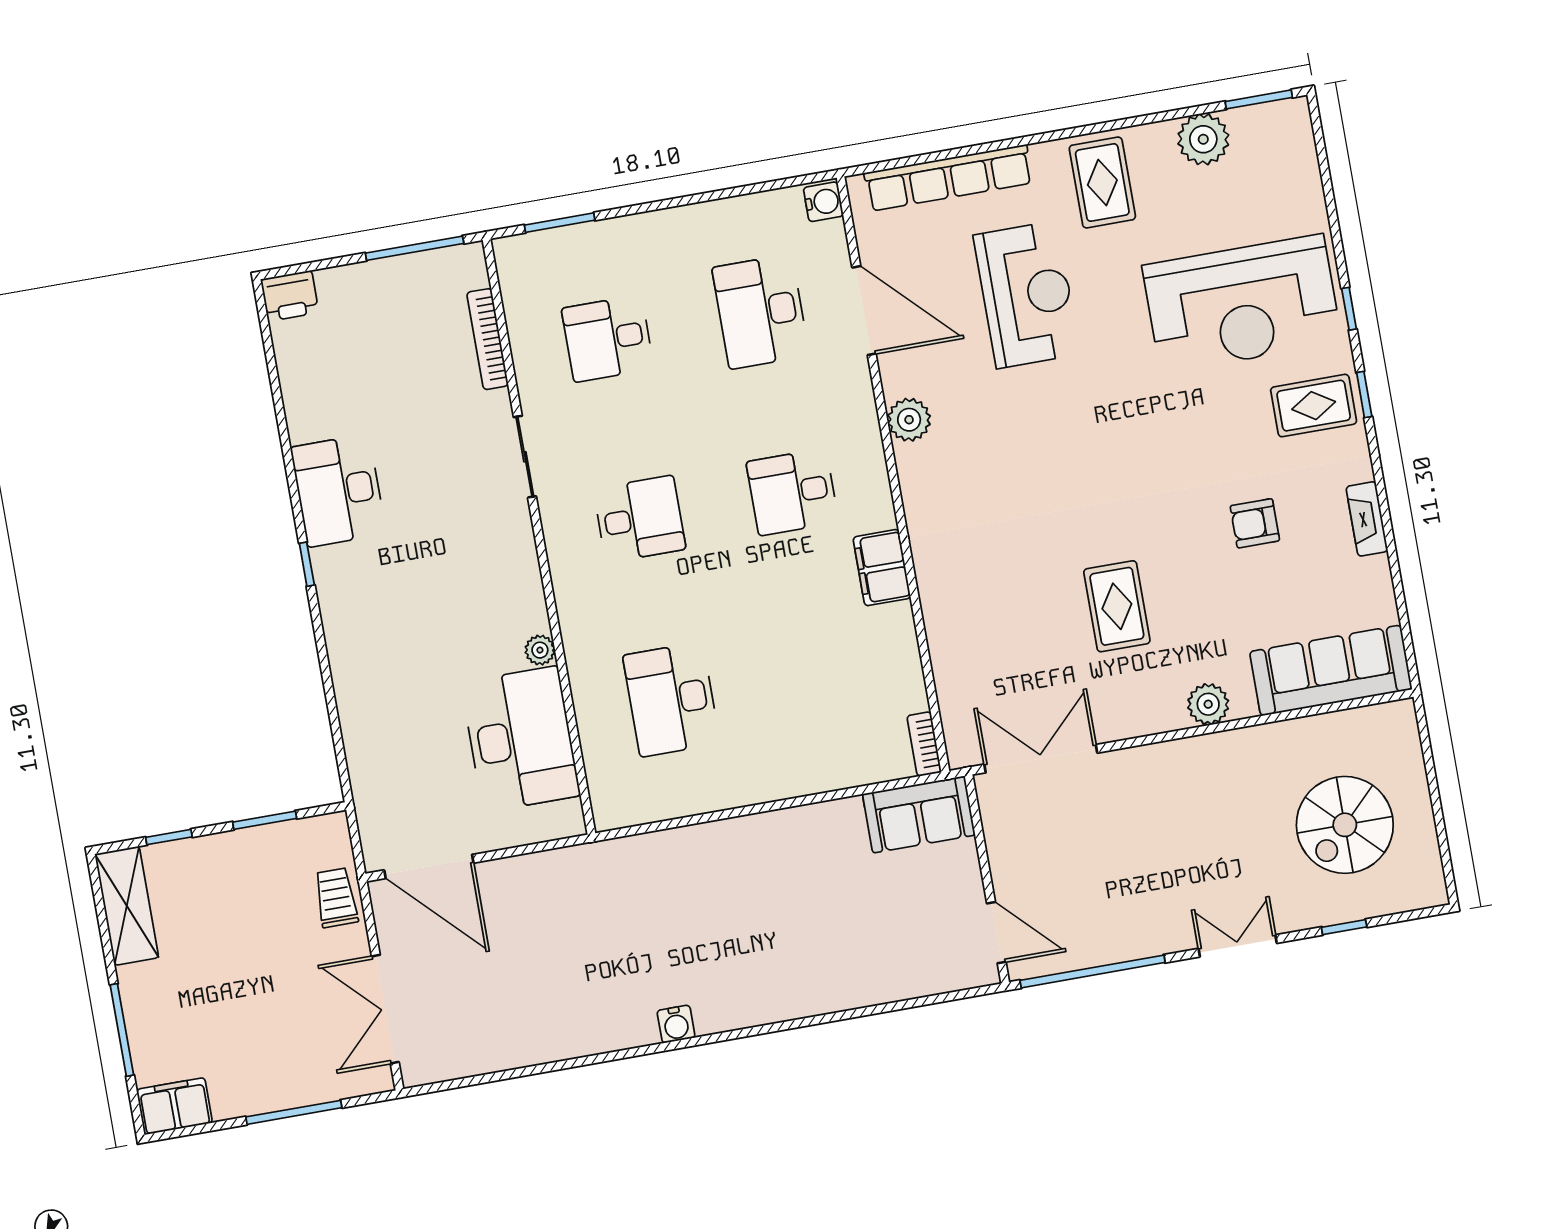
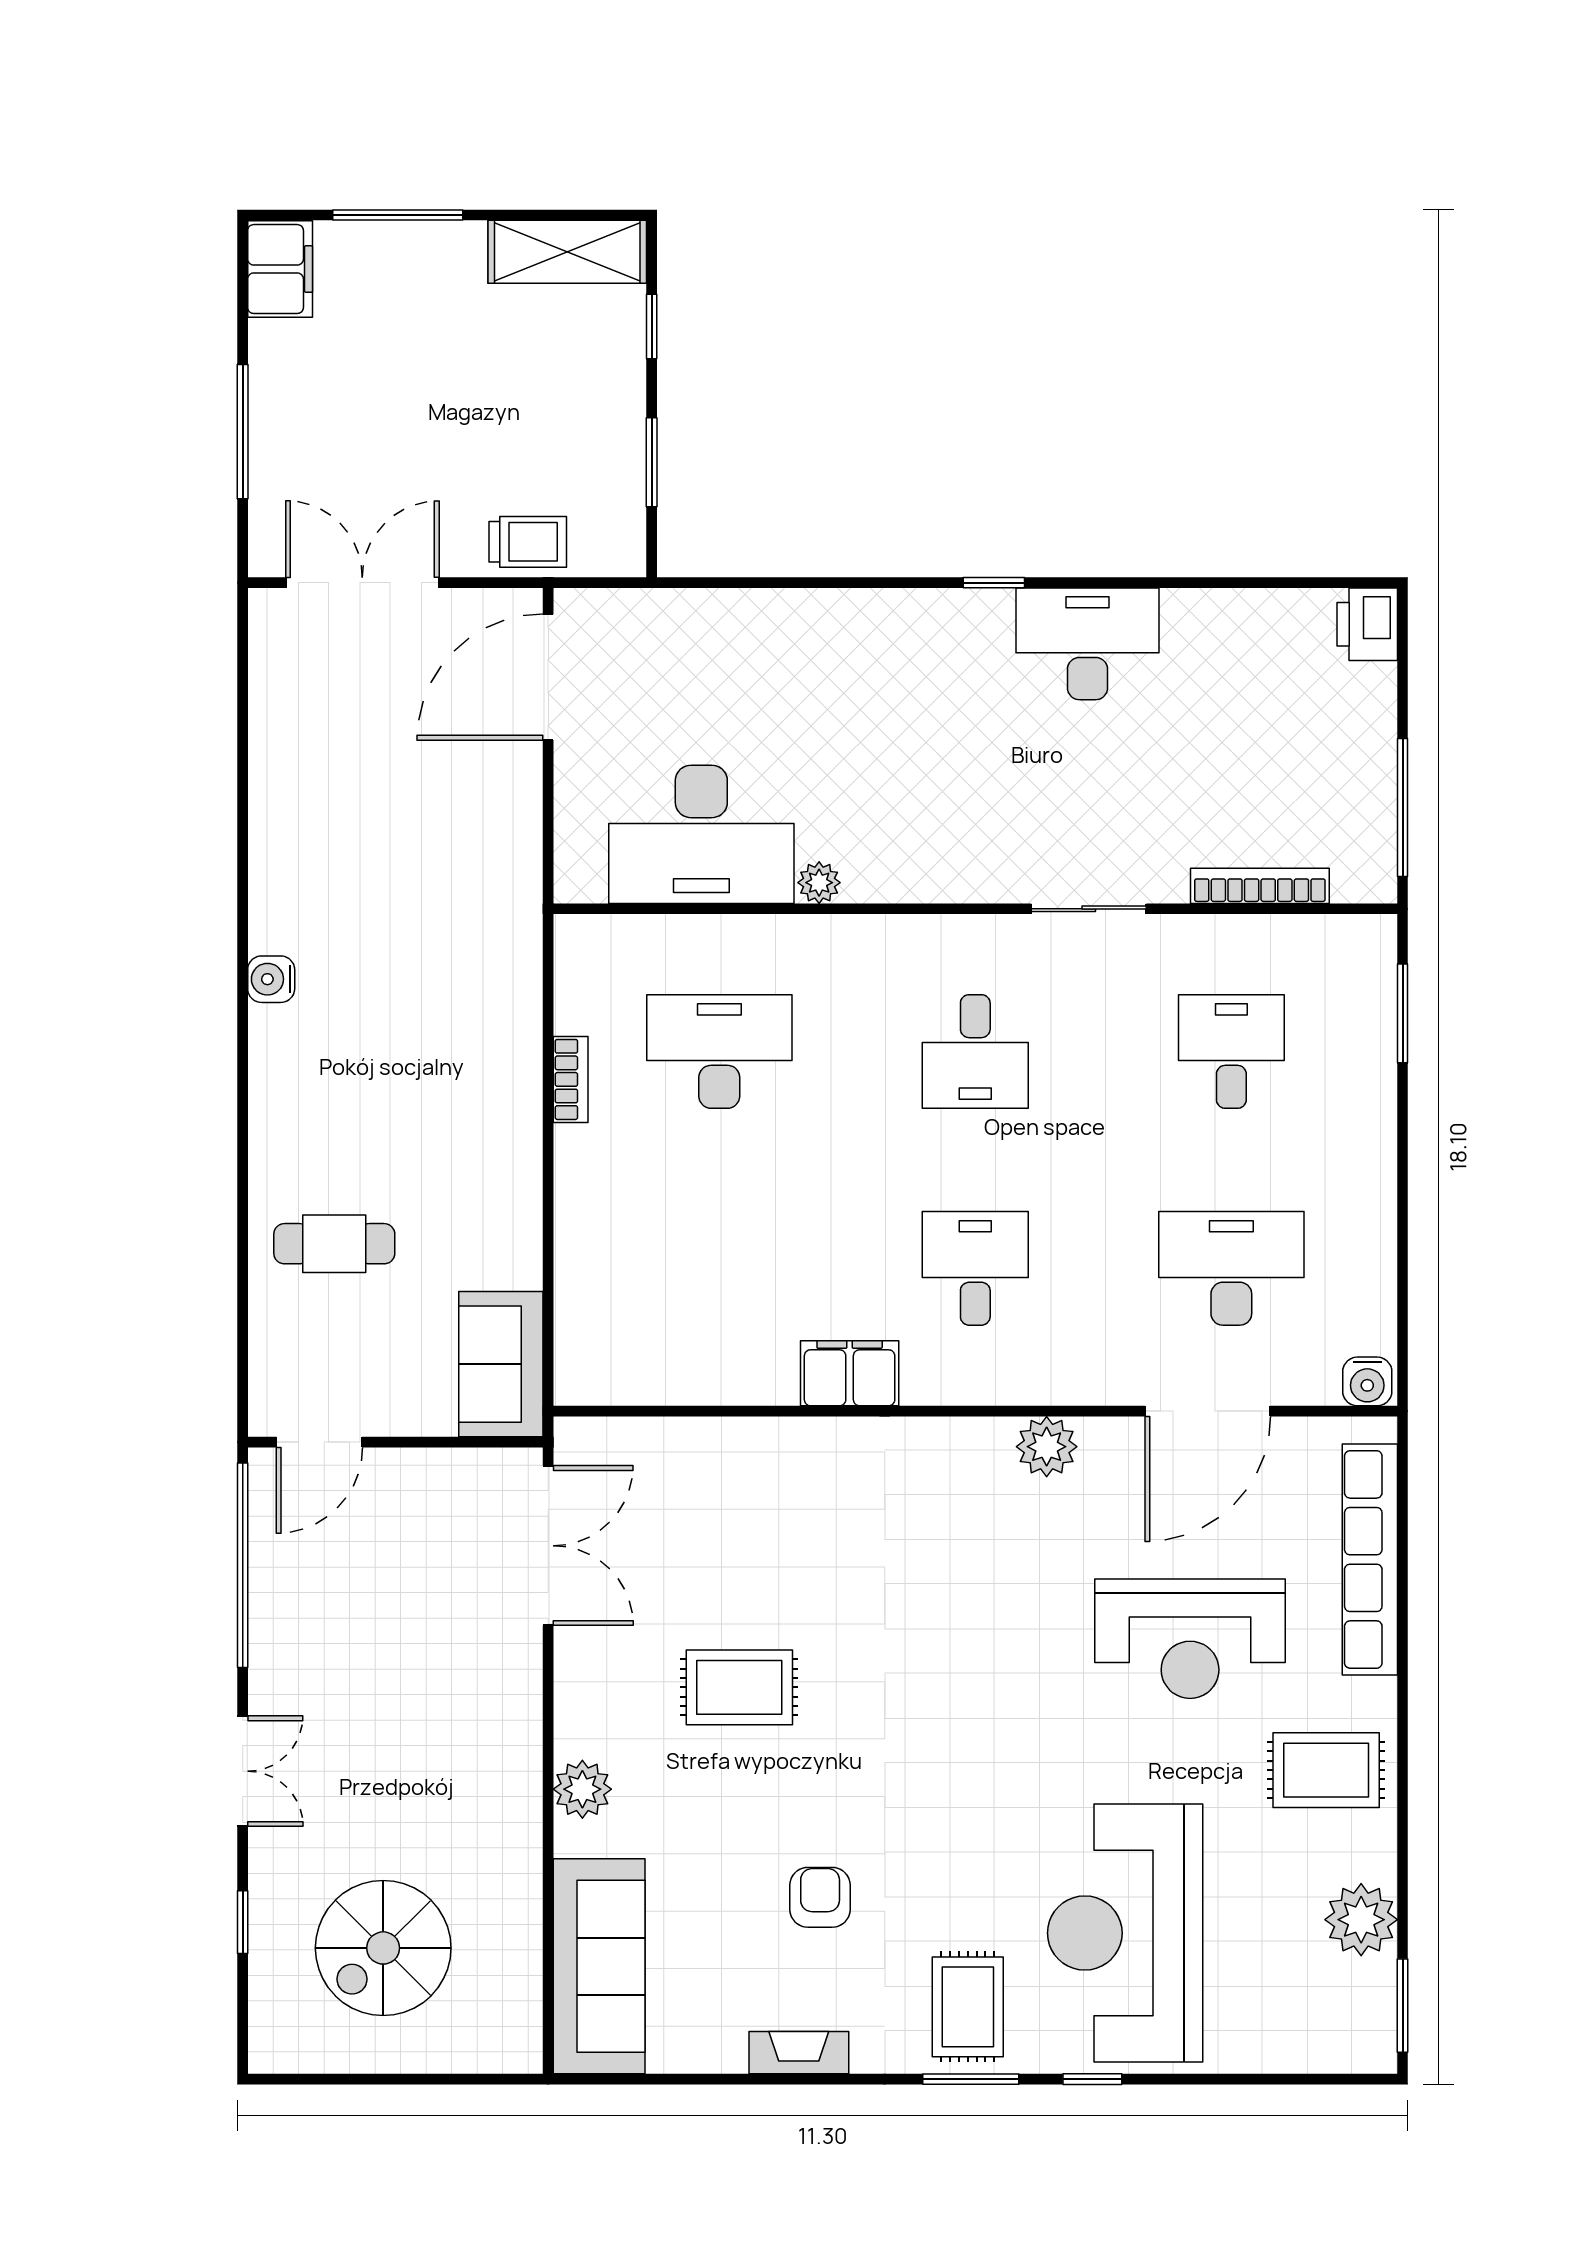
window: (1364, 395) -> (971, 2079), width x1.50
bookcase: (924, 744) -> (571, 1079), moved, turned 90
spiral stairs: (1345, 825) -> (383, 1948), turned -90
cafe table: (855, 947) -> (334, 1244), added

